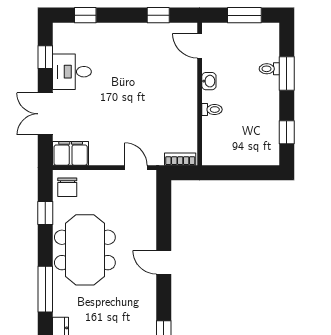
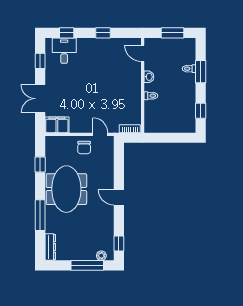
window: (158, 15) -> (103, 33), moved
desk: (72, 72) -> (64, 51), moved, turned 90
chair: (67, 187) -> (84, 148), moved

